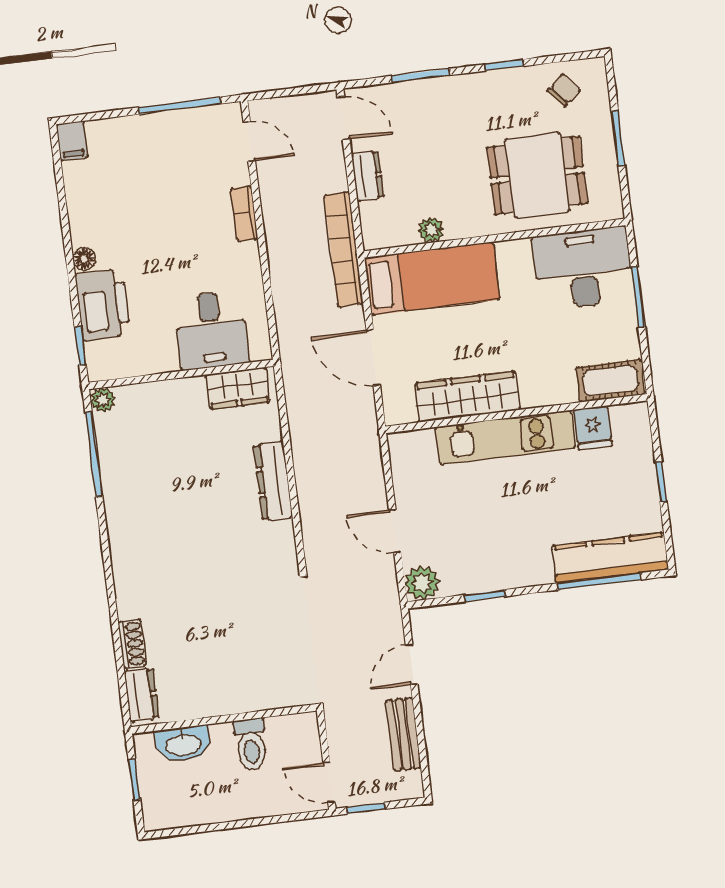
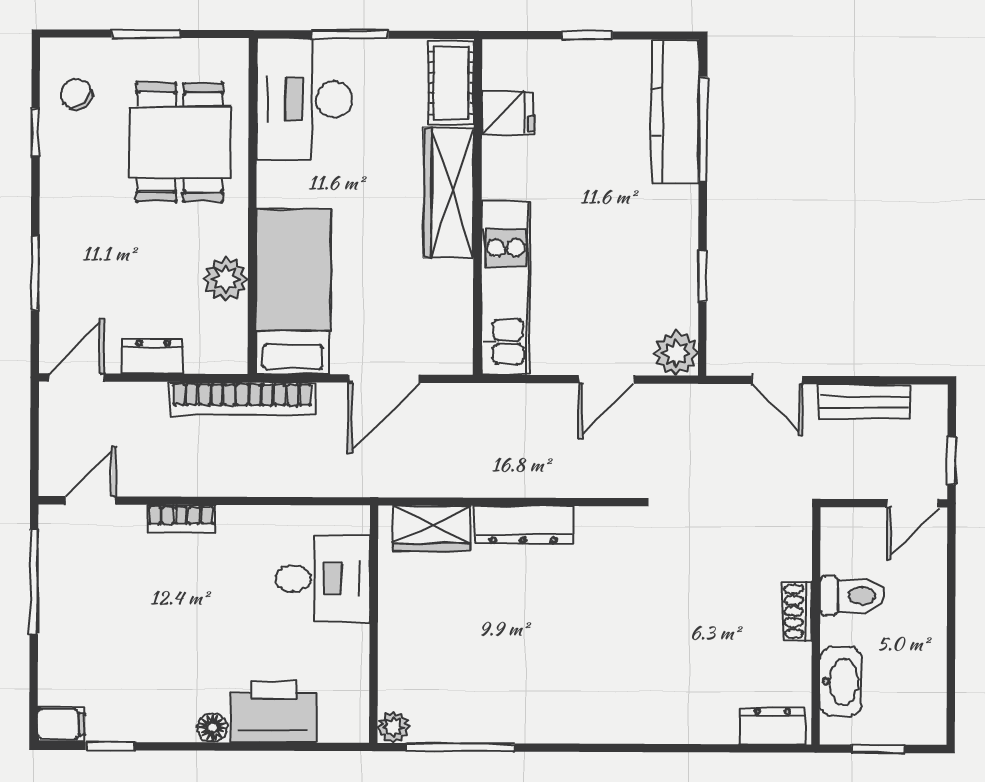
window: (504, 65) -> (36, 133), moved
plant: (431, 230) -> (226, 279), width x1.38, depth x1.38
window: (80, 346) -> (110, 746), moved
wardrobe: (238, 388) -> (432, 528), moved, turned 90
wardrobe: (467, 397) -> (448, 193), moved
kitchen unit: (505, 438) -> (506, 288), moved
shoe rack: (132, 644) -> (797, 611), moved, turned -90

